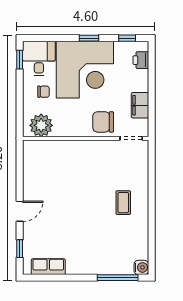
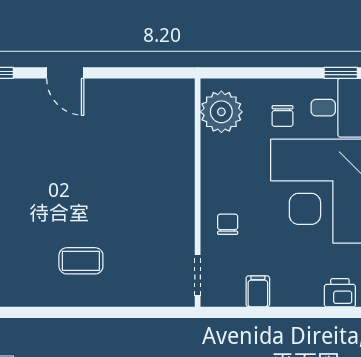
filing cabinet: (140, 105) -> (258, 291), width x0.50
chair: (103, 122) -> (228, 224), width x0.54, depth x0.54

